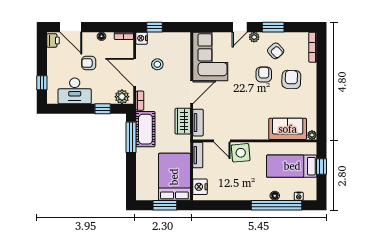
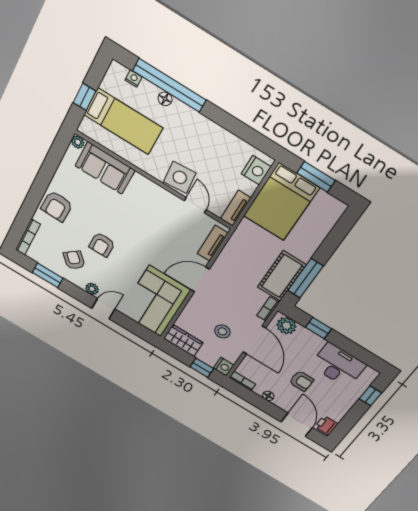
window: (273, 27) -> (48, 275), moved
armchair: (291, 79) -> (57, 206), moved
wardrobe: (183, 121) -> (183, 340), moved, turned -90

